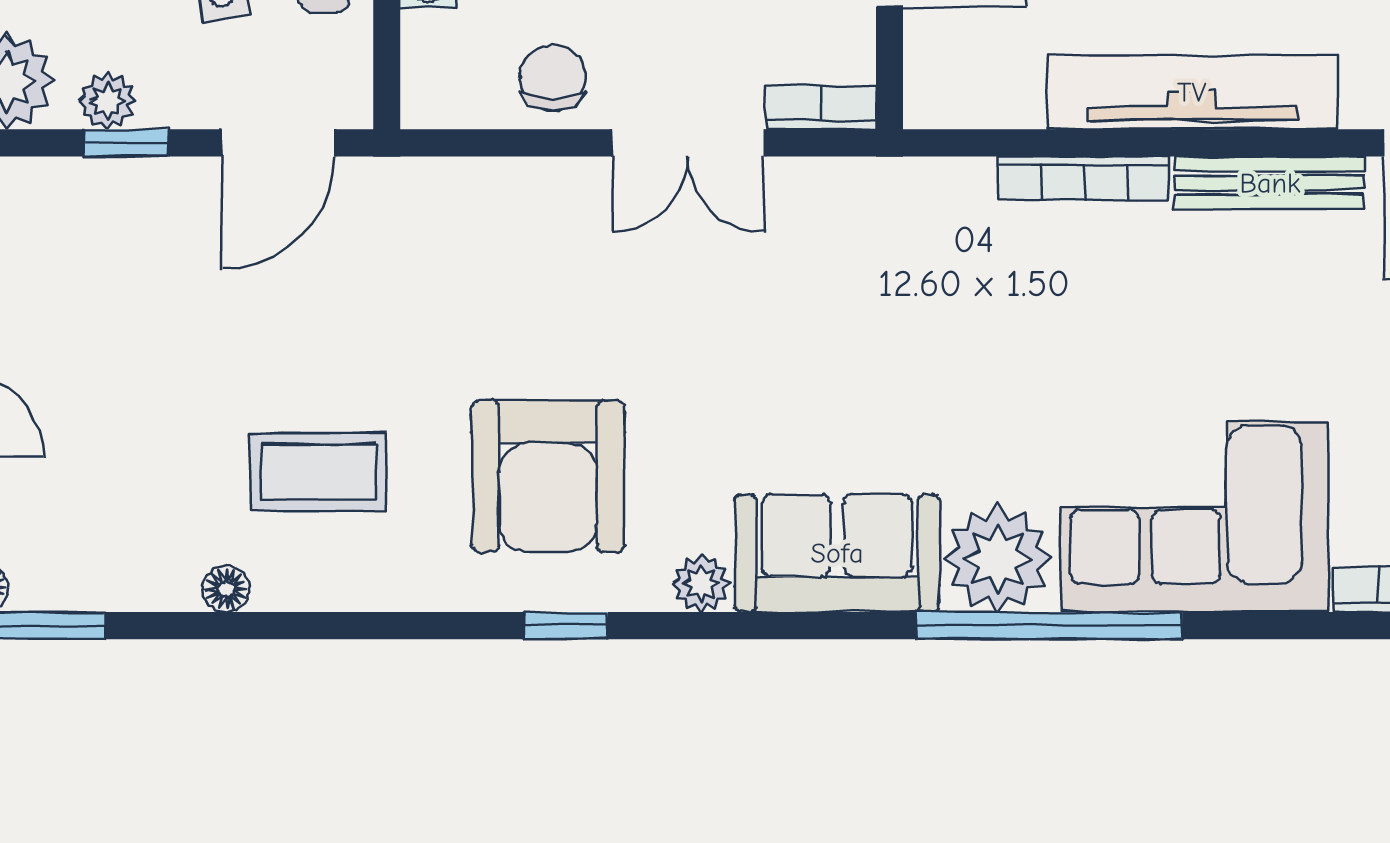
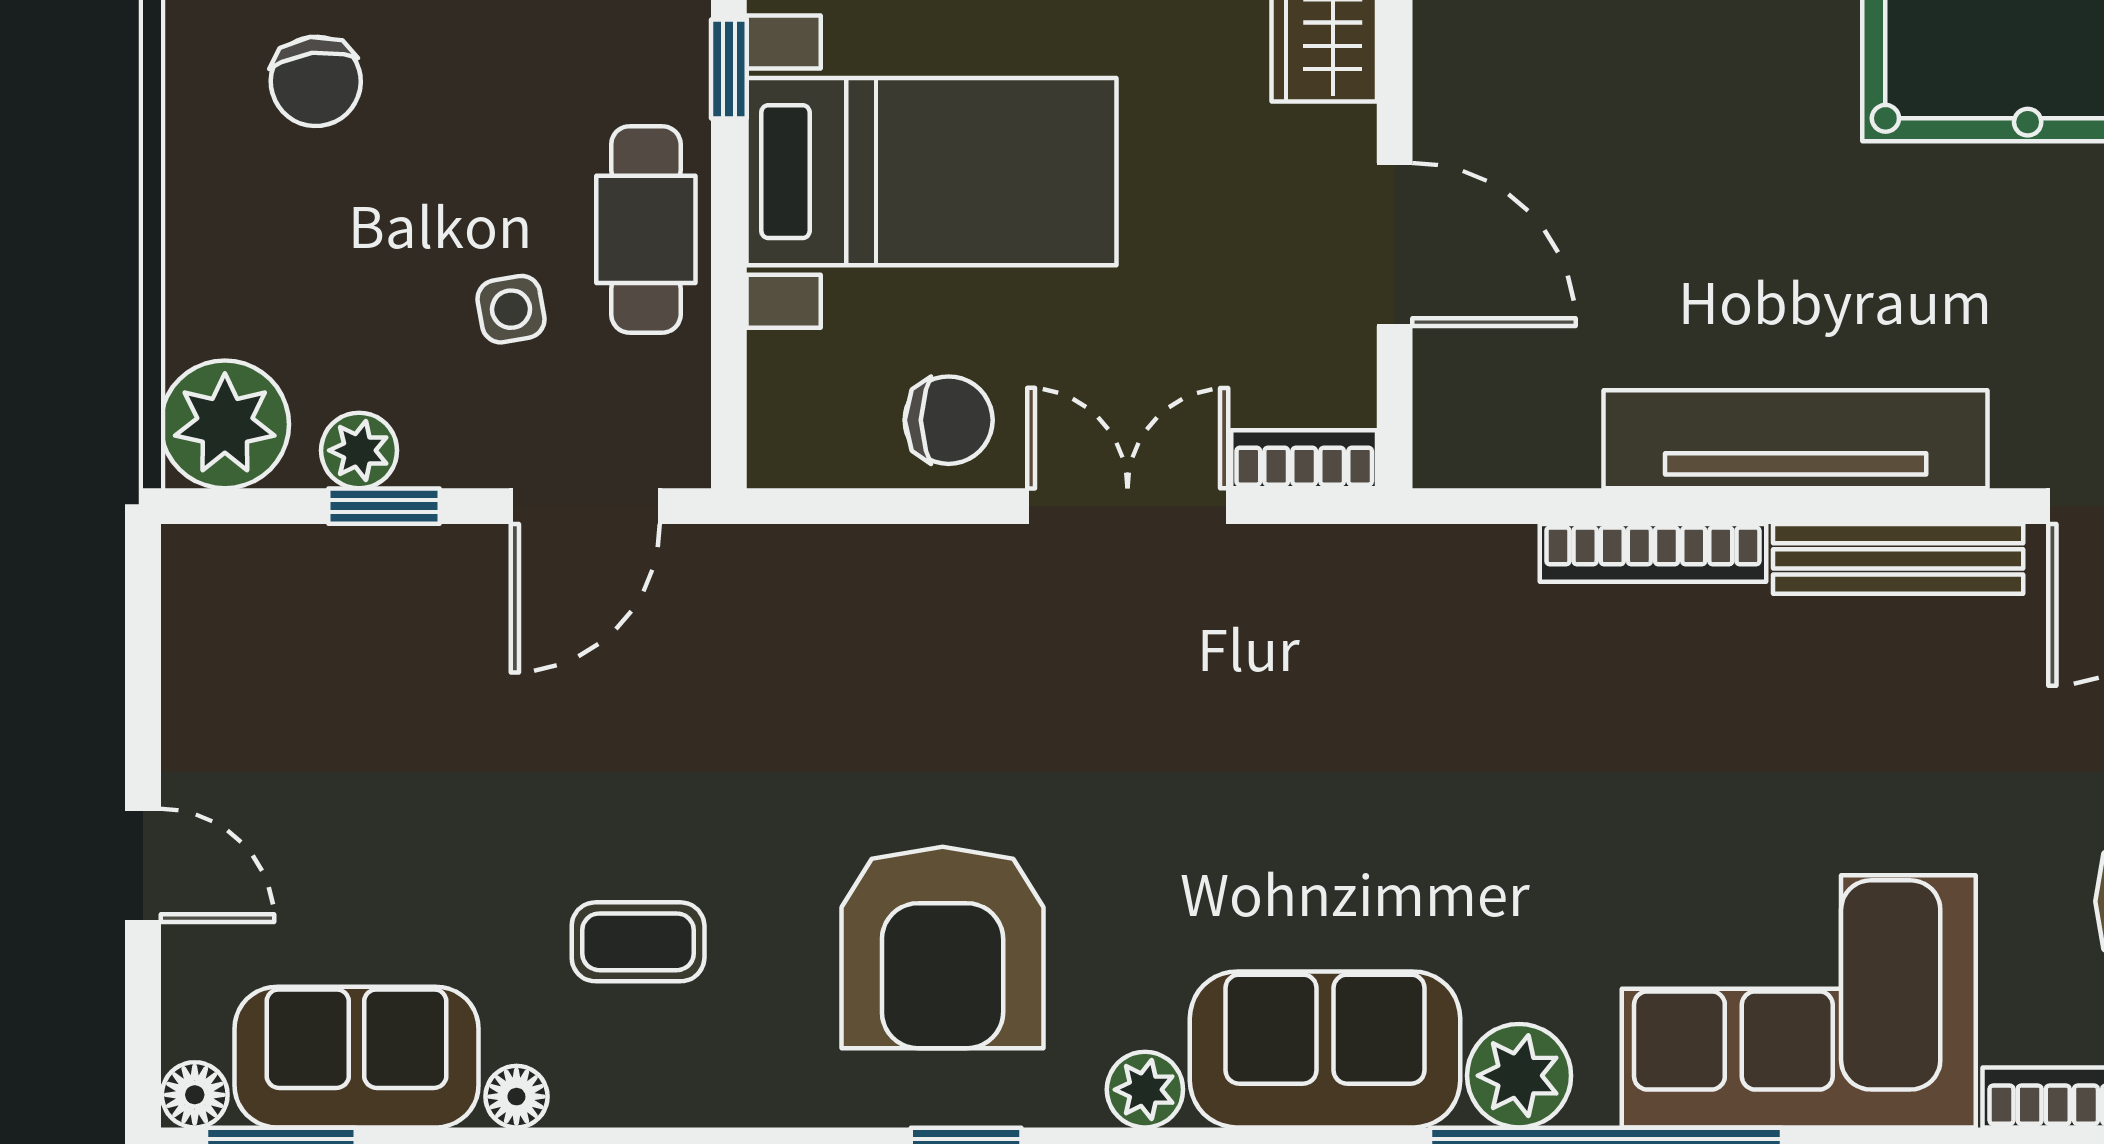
chair: (553, 78) -> (949, 420), turned 90
double door: (688, 143) -> (1128, 506), swing flipped
coffee table: (318, 472) -> (638, 942), width x0.73, depth x0.77
sofa: (105, 559) -> (357, 1057), added
plant: (998, 559) -> (1519, 1076), width x0.73, depth x0.73

